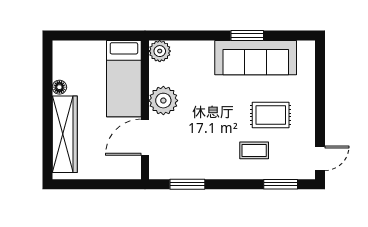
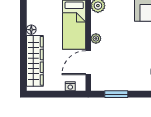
plant: (163, 101) -> (96, 38), width x0.53, depth x0.53
nightstand: (118, 173) -> (70, 86), added

